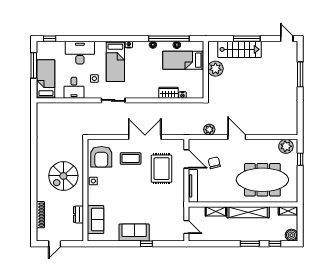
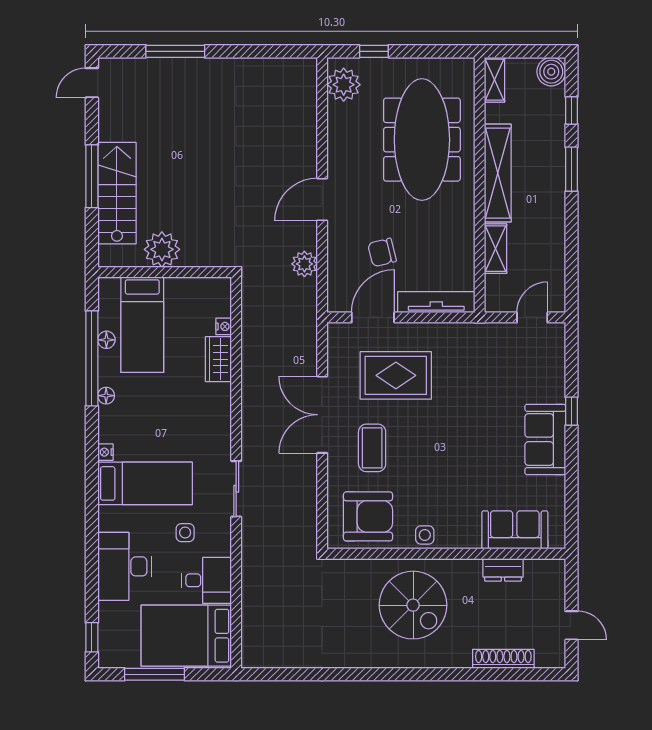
bed: (46, 79) -> (186, 636), width x1.50

